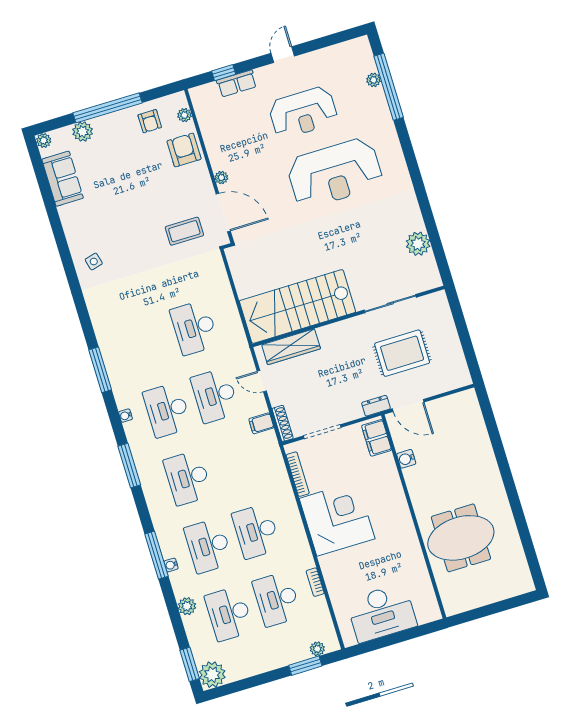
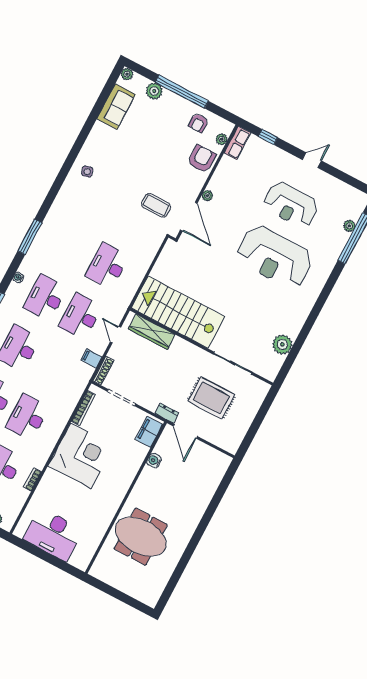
row of seats: (237, 83) -> (237, 143), moved, turned -90

